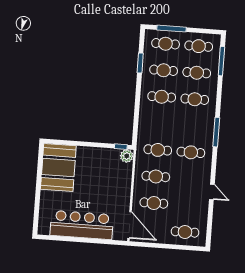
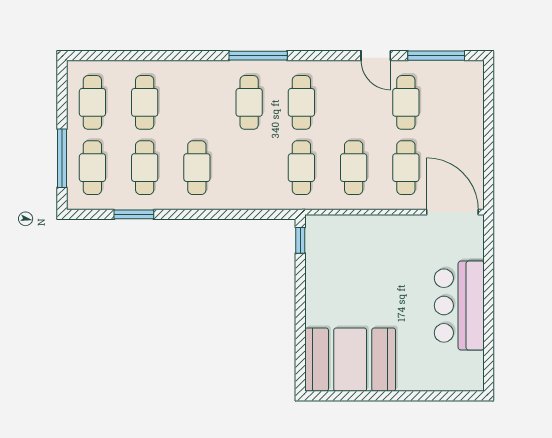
window: (221, 61) -> (436, 56), moved
cafe table: (195, 99) -> (249, 102), moved
plant: (127, 156) -> (318, 227), removed
door: (212, 192) -> (376, 56), swing flipped
bar counter: (82, 225) -> (459, 306), width x0.73
door: (129, 225) -> (452, 212), hinge flipped
cafe table: (185, 232) -> (406, 102), moved

